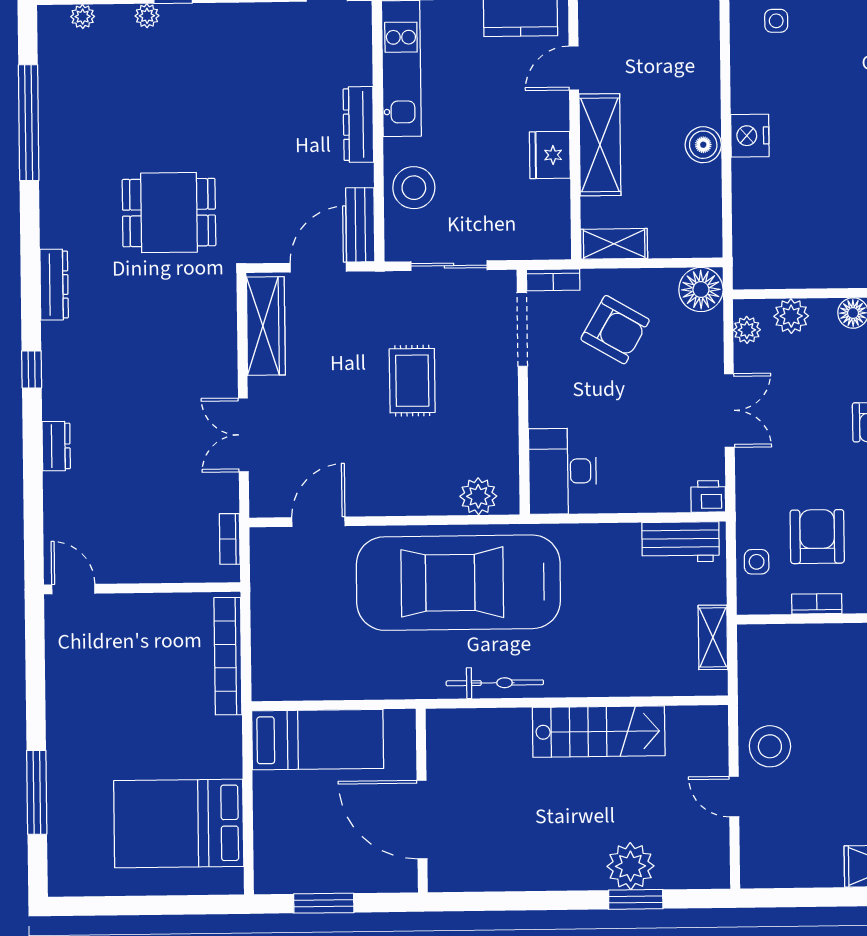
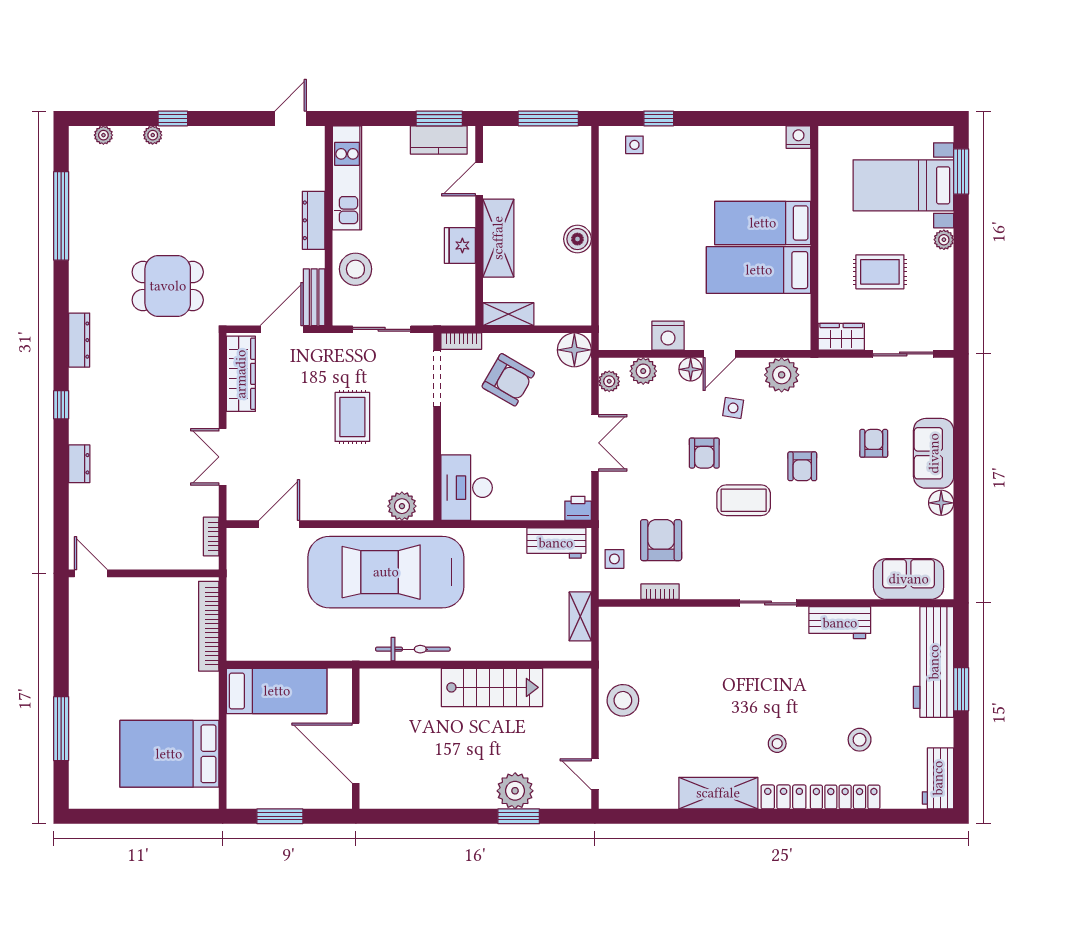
nightstand: (750, 136) -> (668, 336), moved, turned -90
door: (734, 796) -> (595, 774), moved

